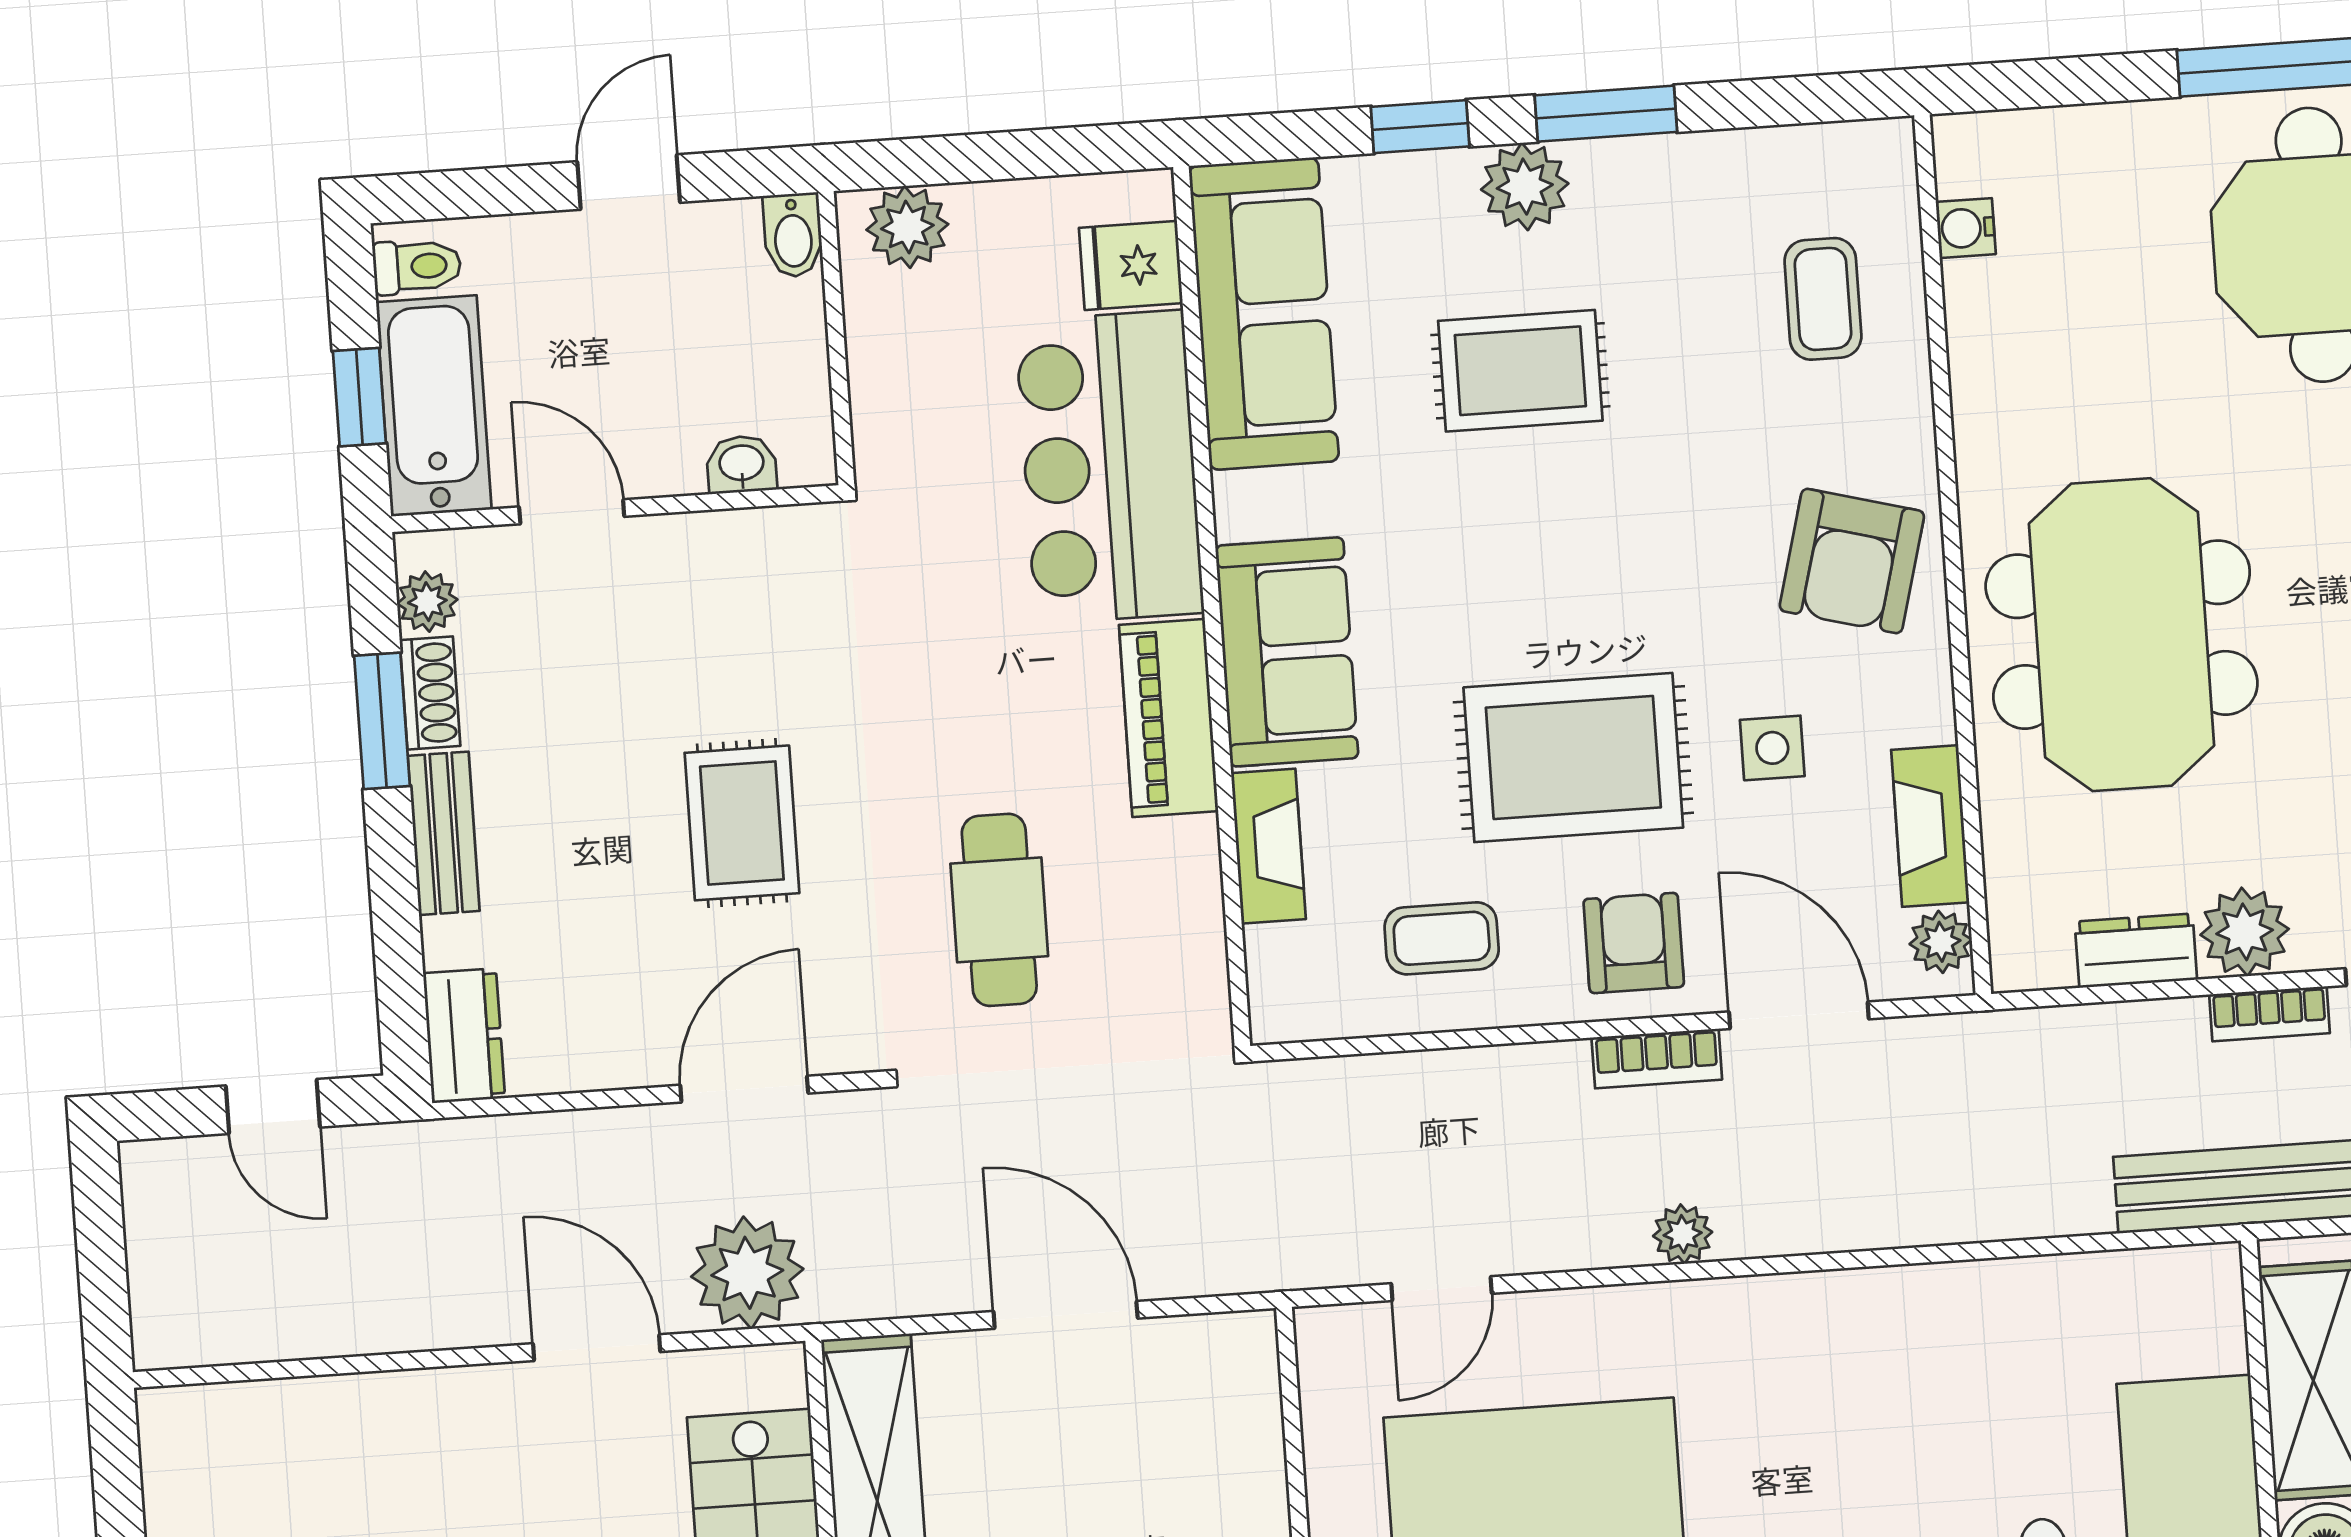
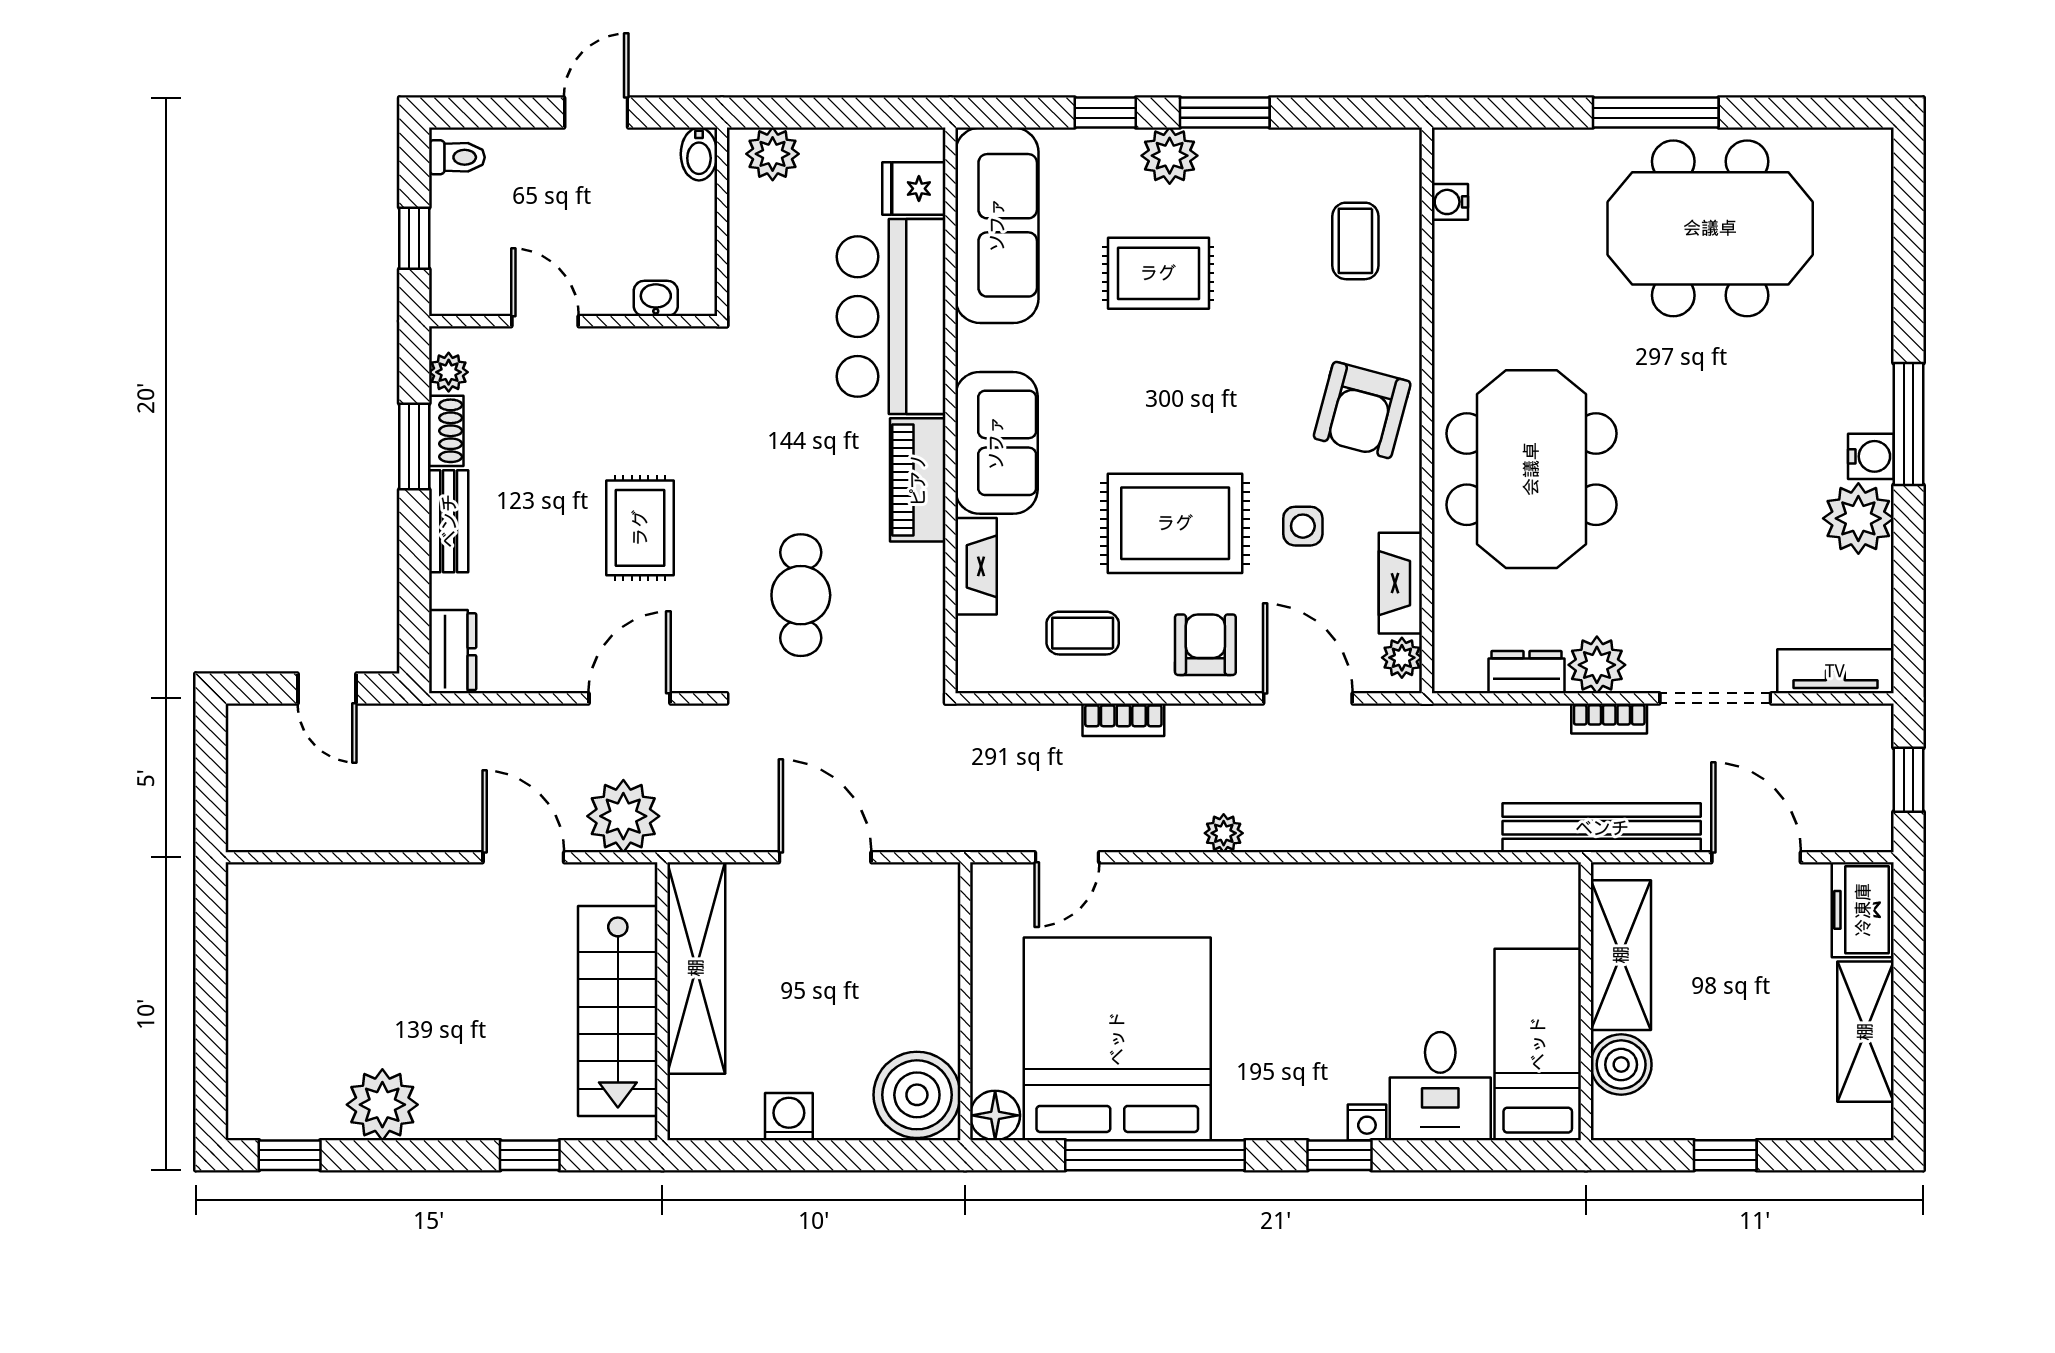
bathtub: (434, 405) -> (461, 247), removed
bookcase: (1657, 1059) -> (1123, 720), moved

